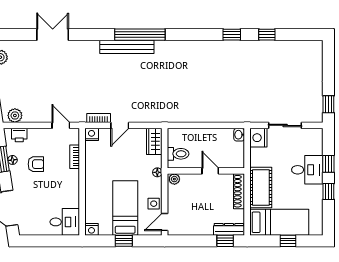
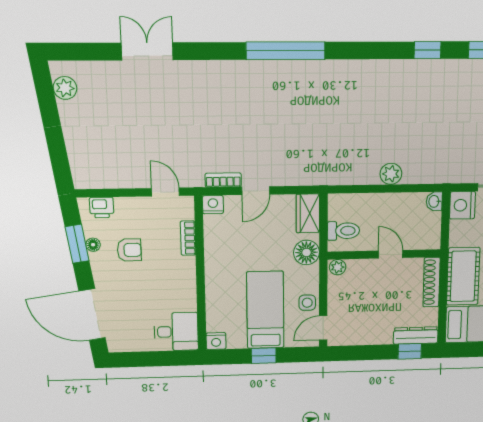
bench: (127, 47) -> (265, 70), removed
plant: (15, 115) -> (391, 174), moved
floor lamp: (157, 172) -> (306, 252), width x1.89, depth x1.89

